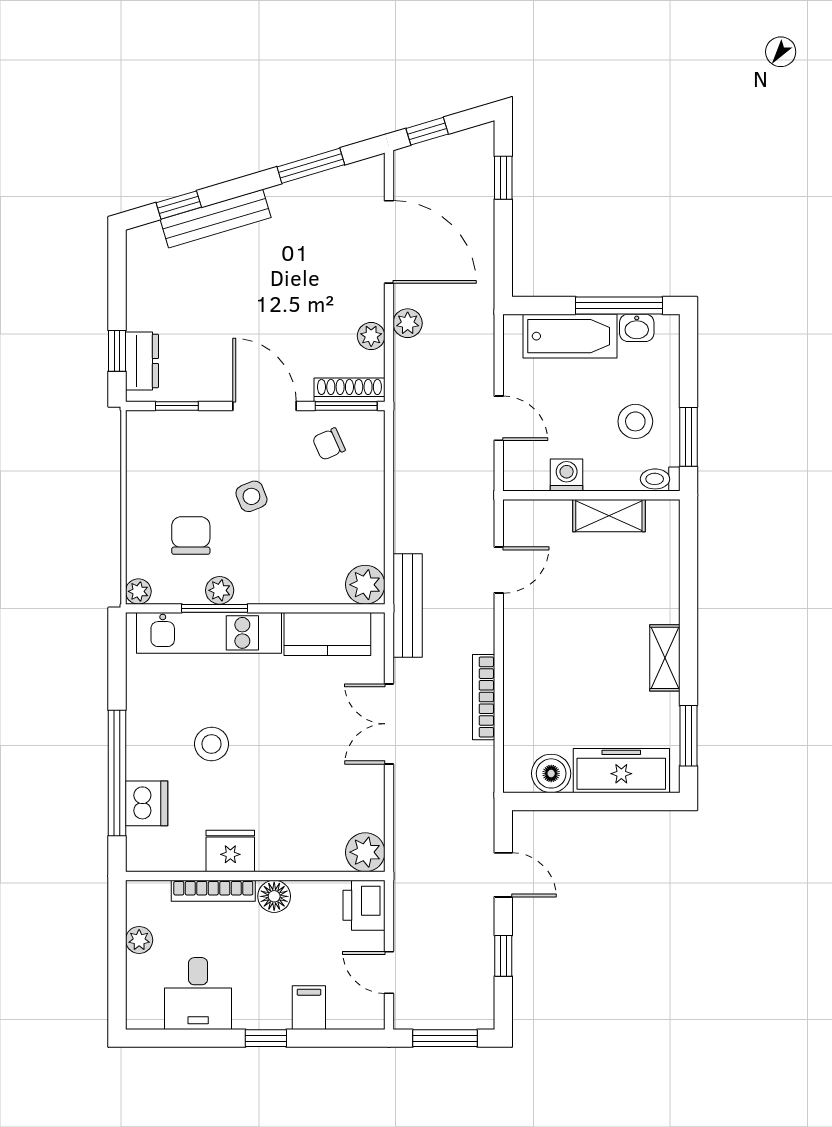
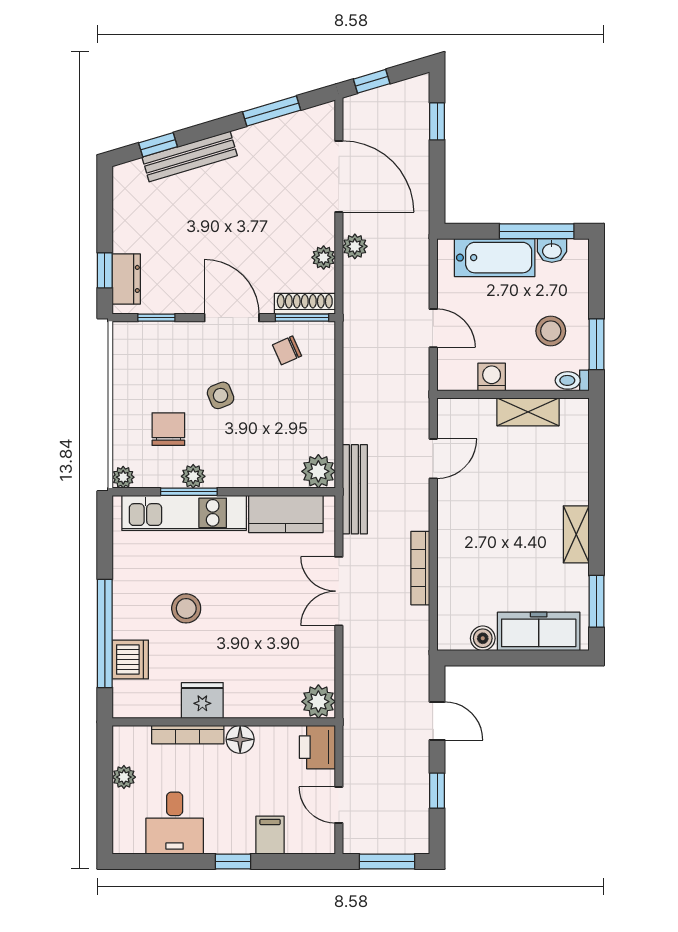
boiler: (551, 773) -> (483, 638), width x0.73, depth x0.73

